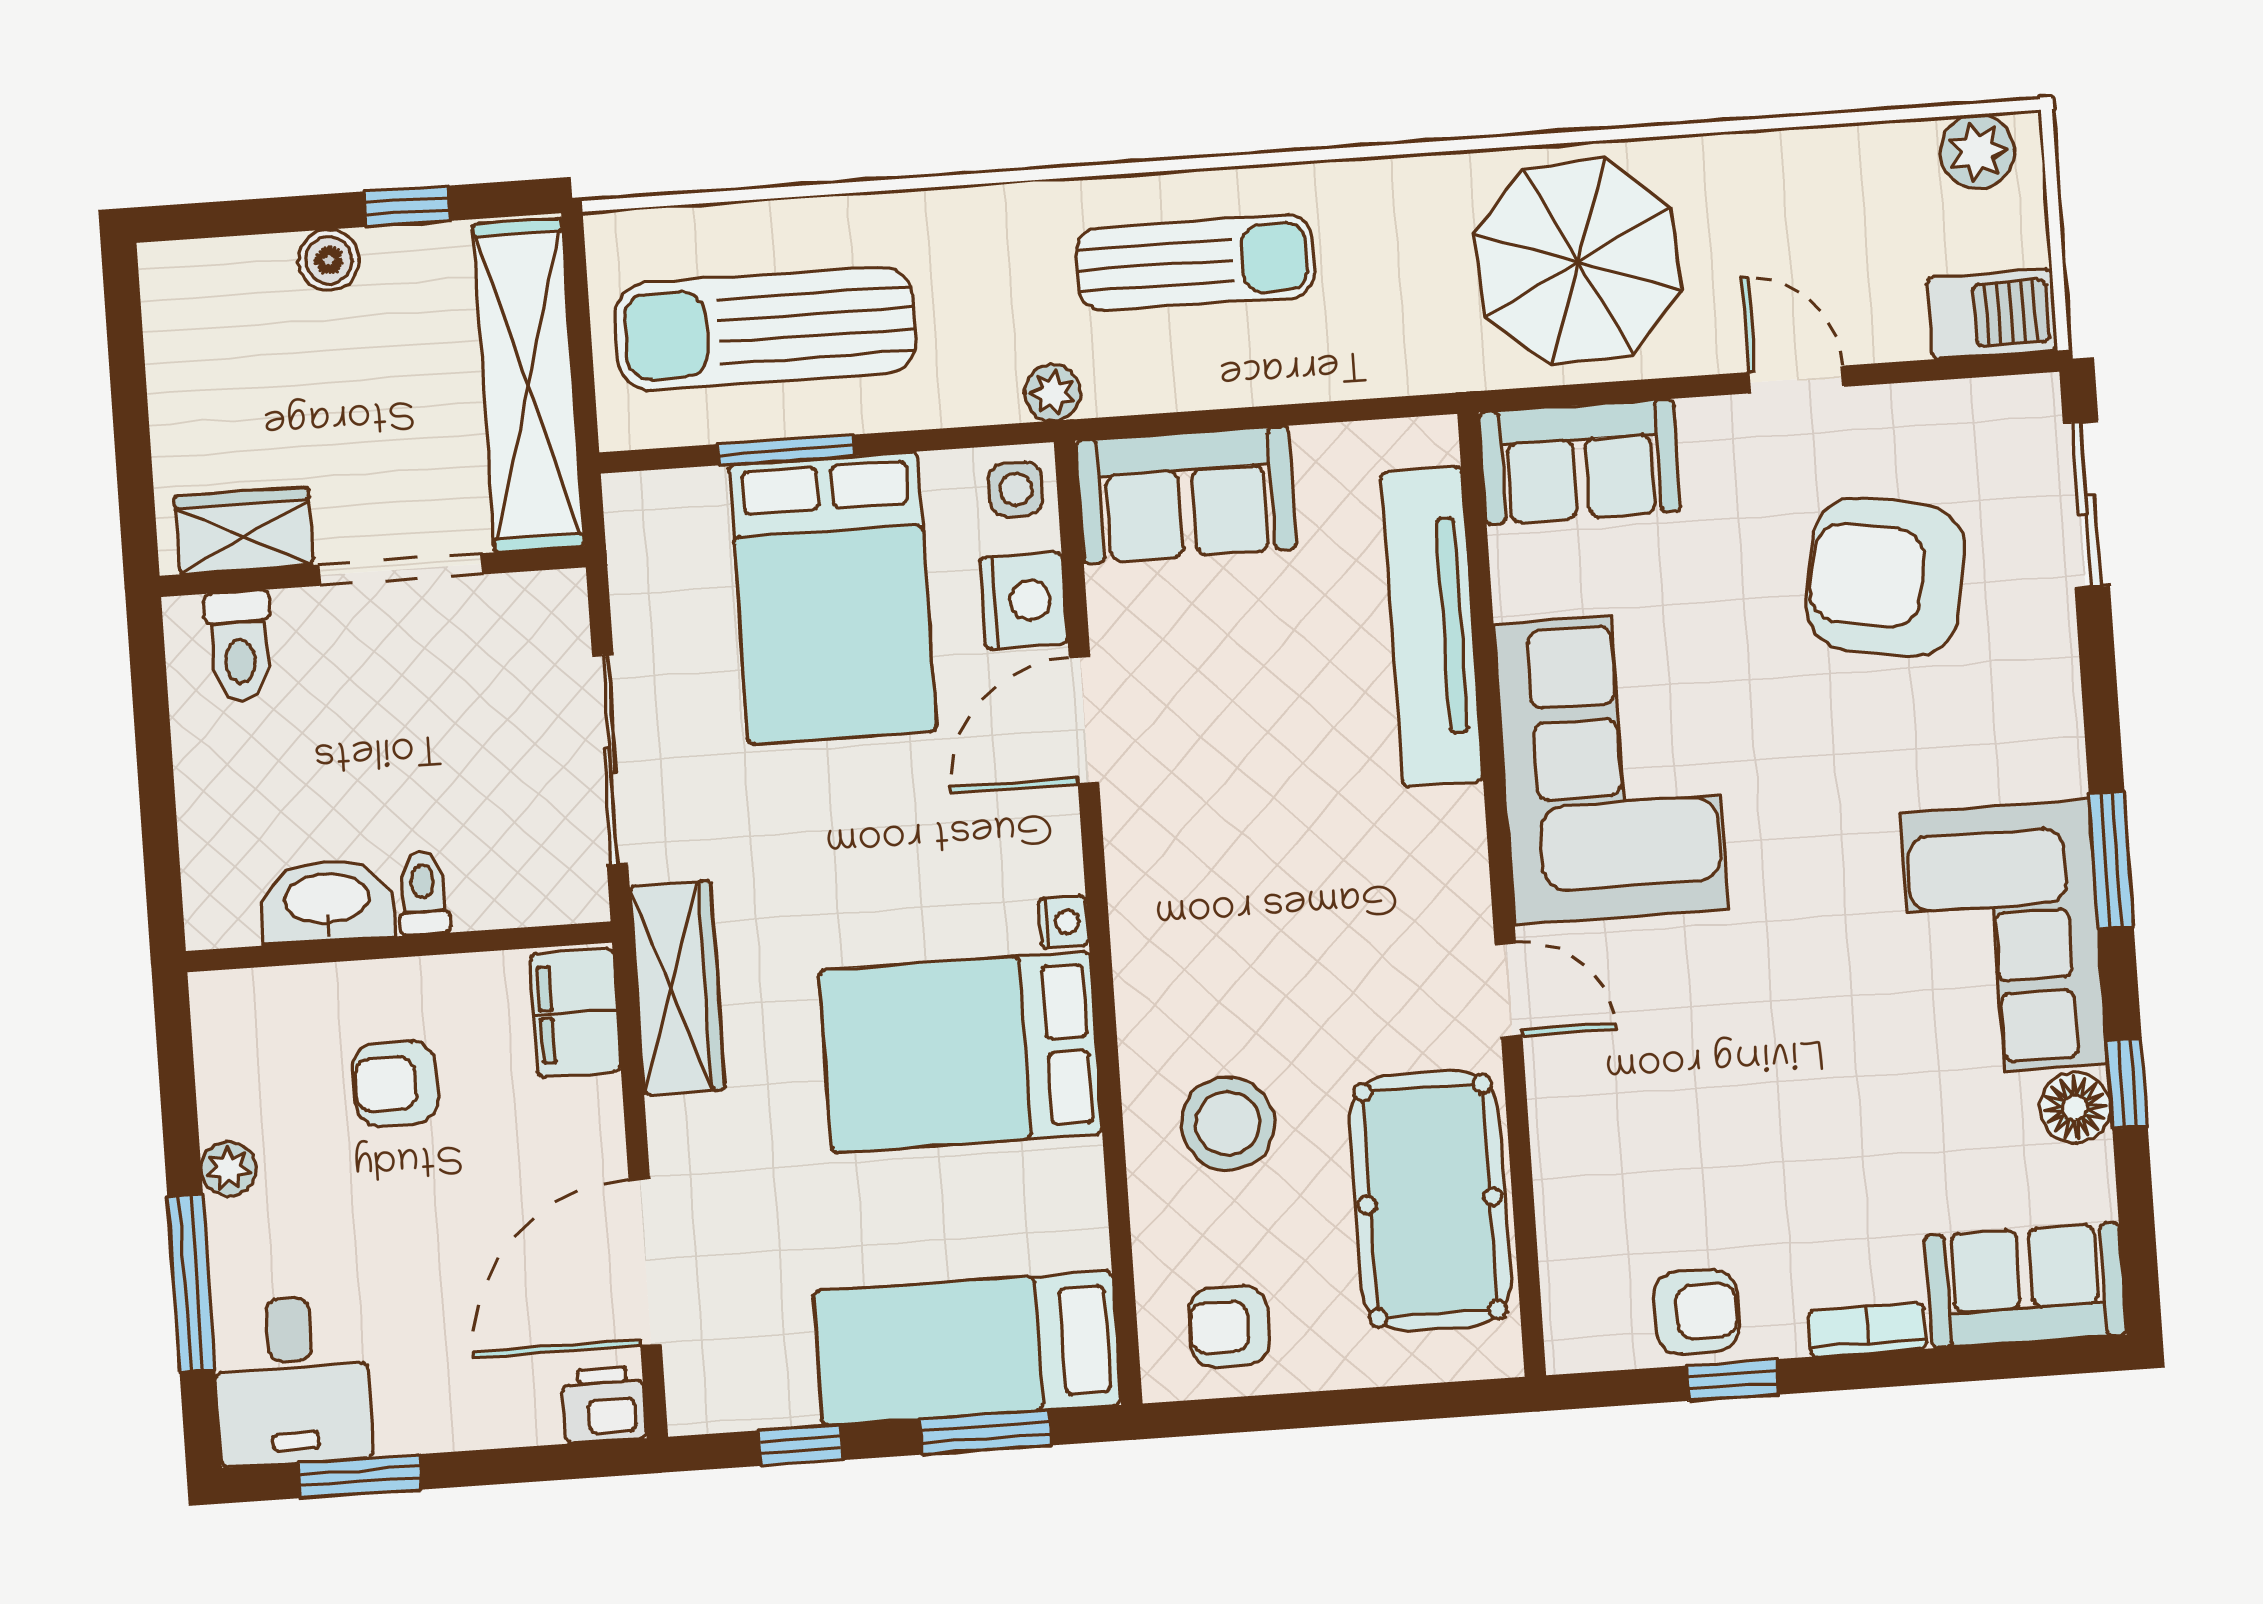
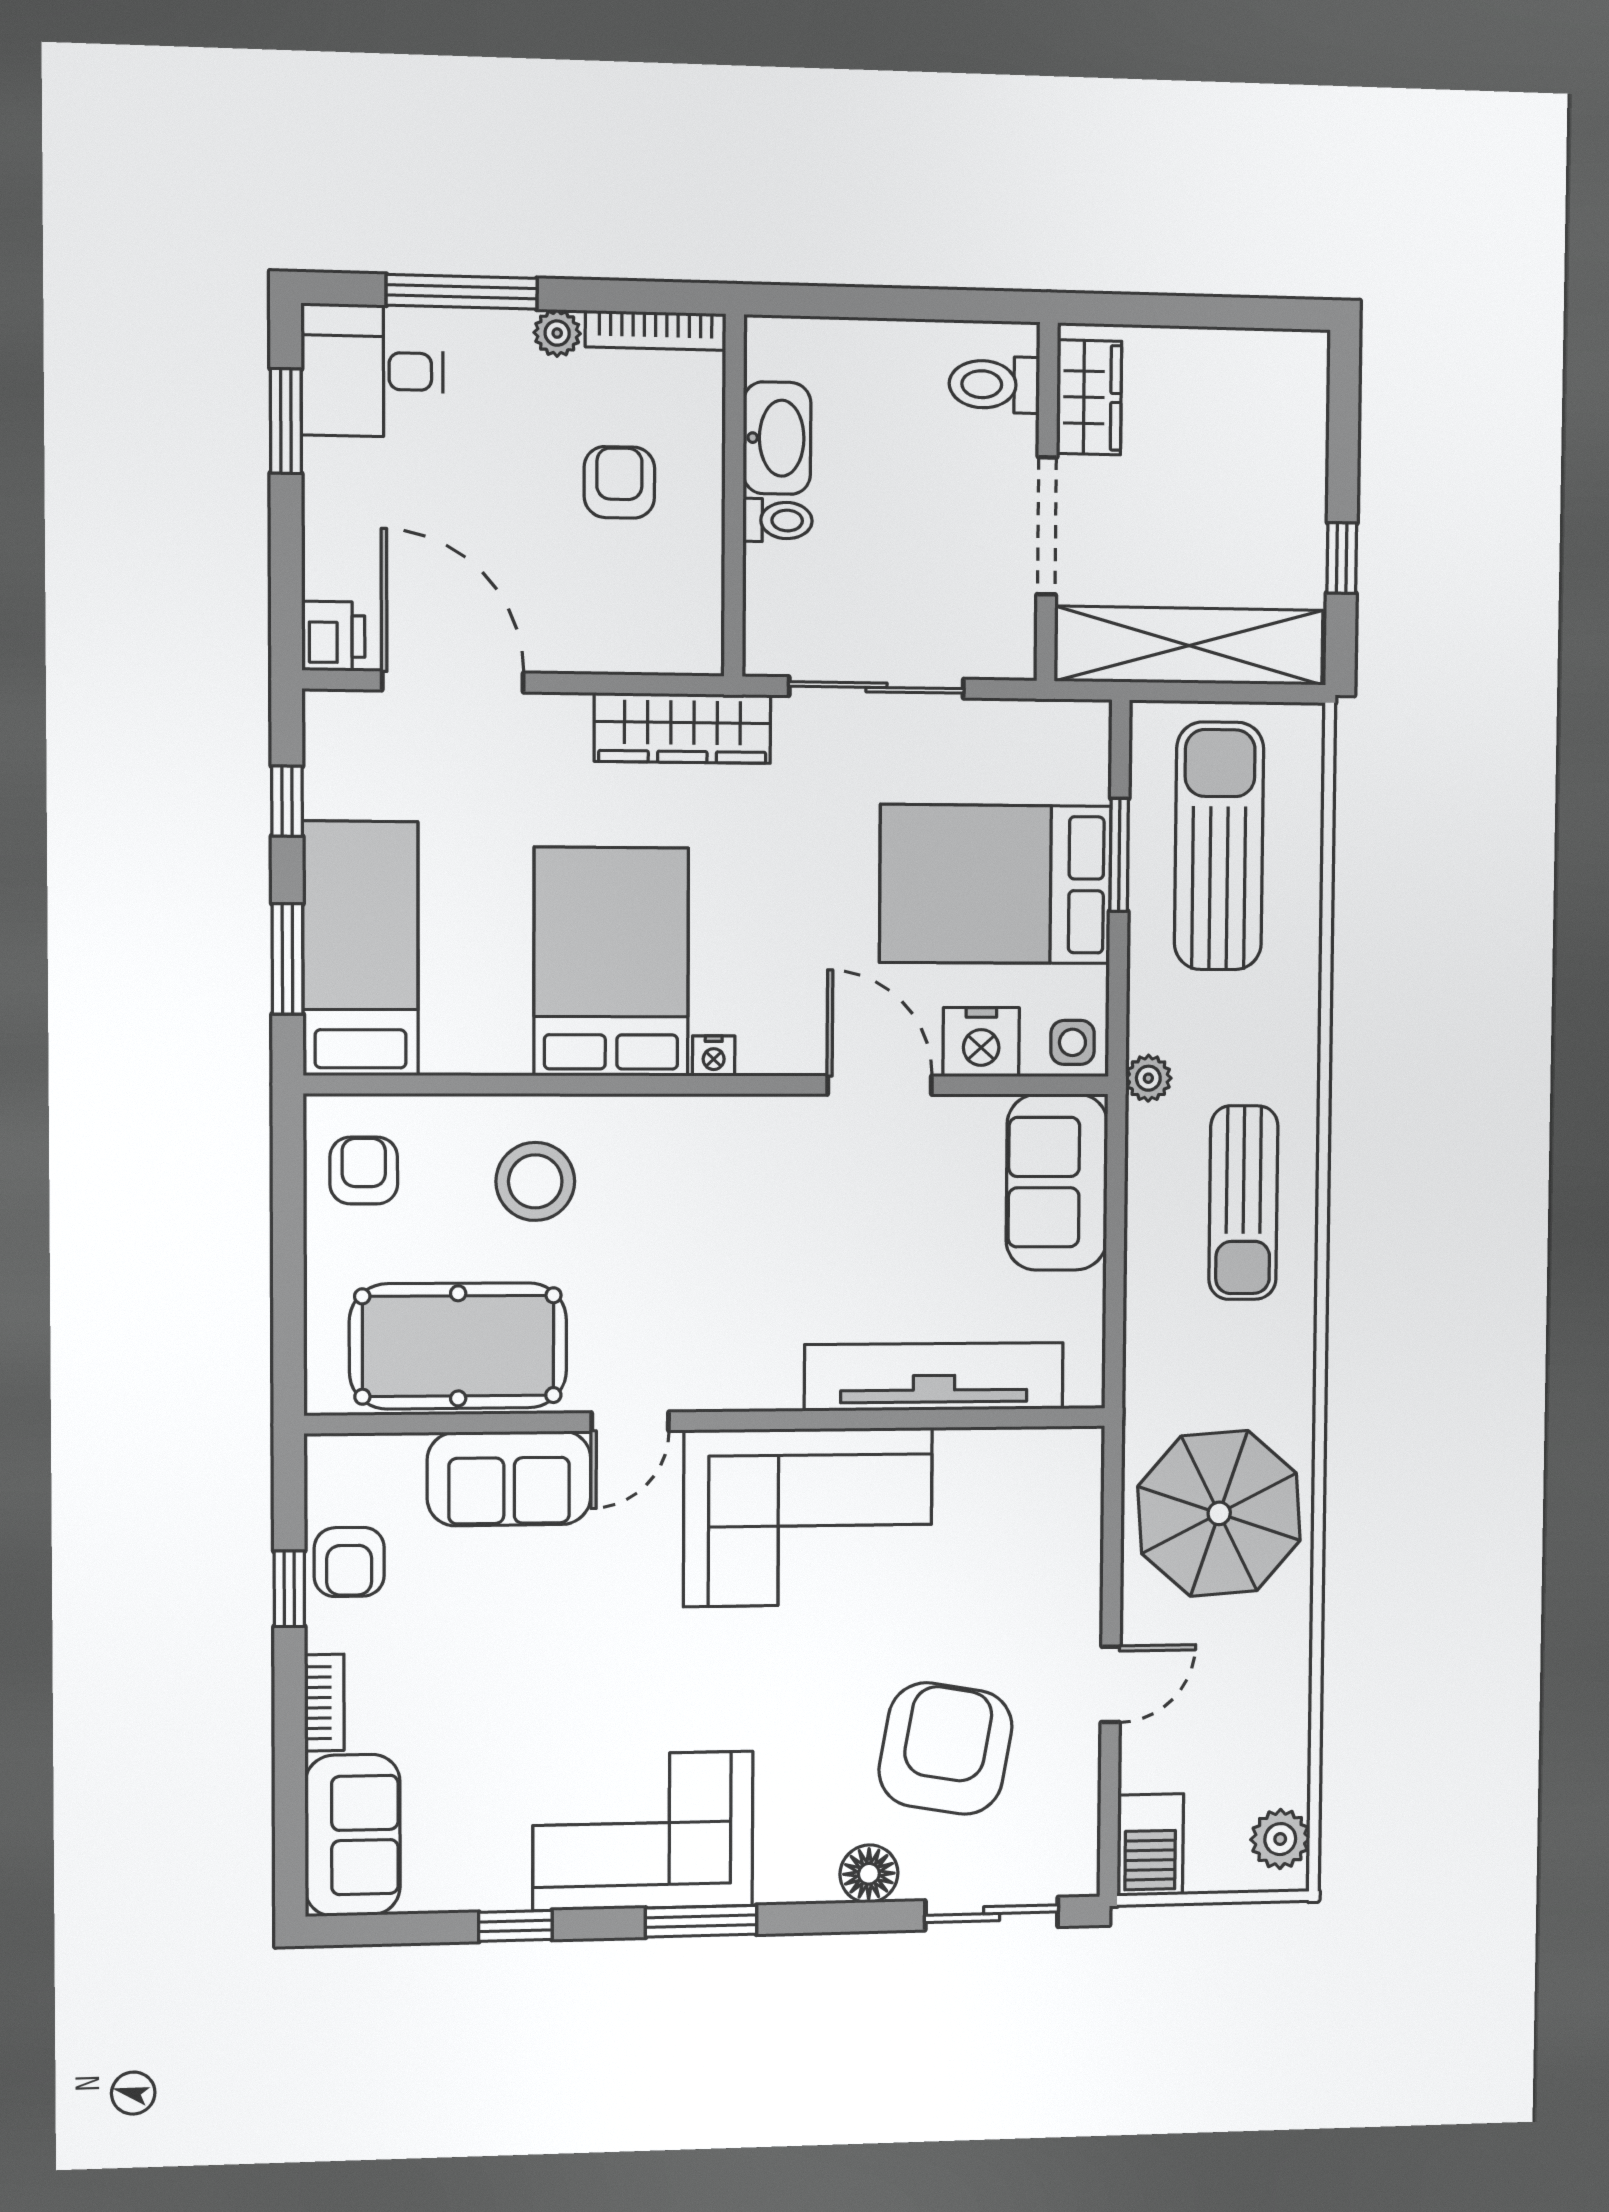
boiler: (329, 260) -> (1304, 489), removed
sofa: (1580, 462) -> (509, 1478), moved, turned -90
filing cabinet: (575, 1013) -> (668, 640), removed
bookcase: (214, 1054) -> (656, 330), added
floor lamp: (2075, 1108) -> (869, 1874), moved

